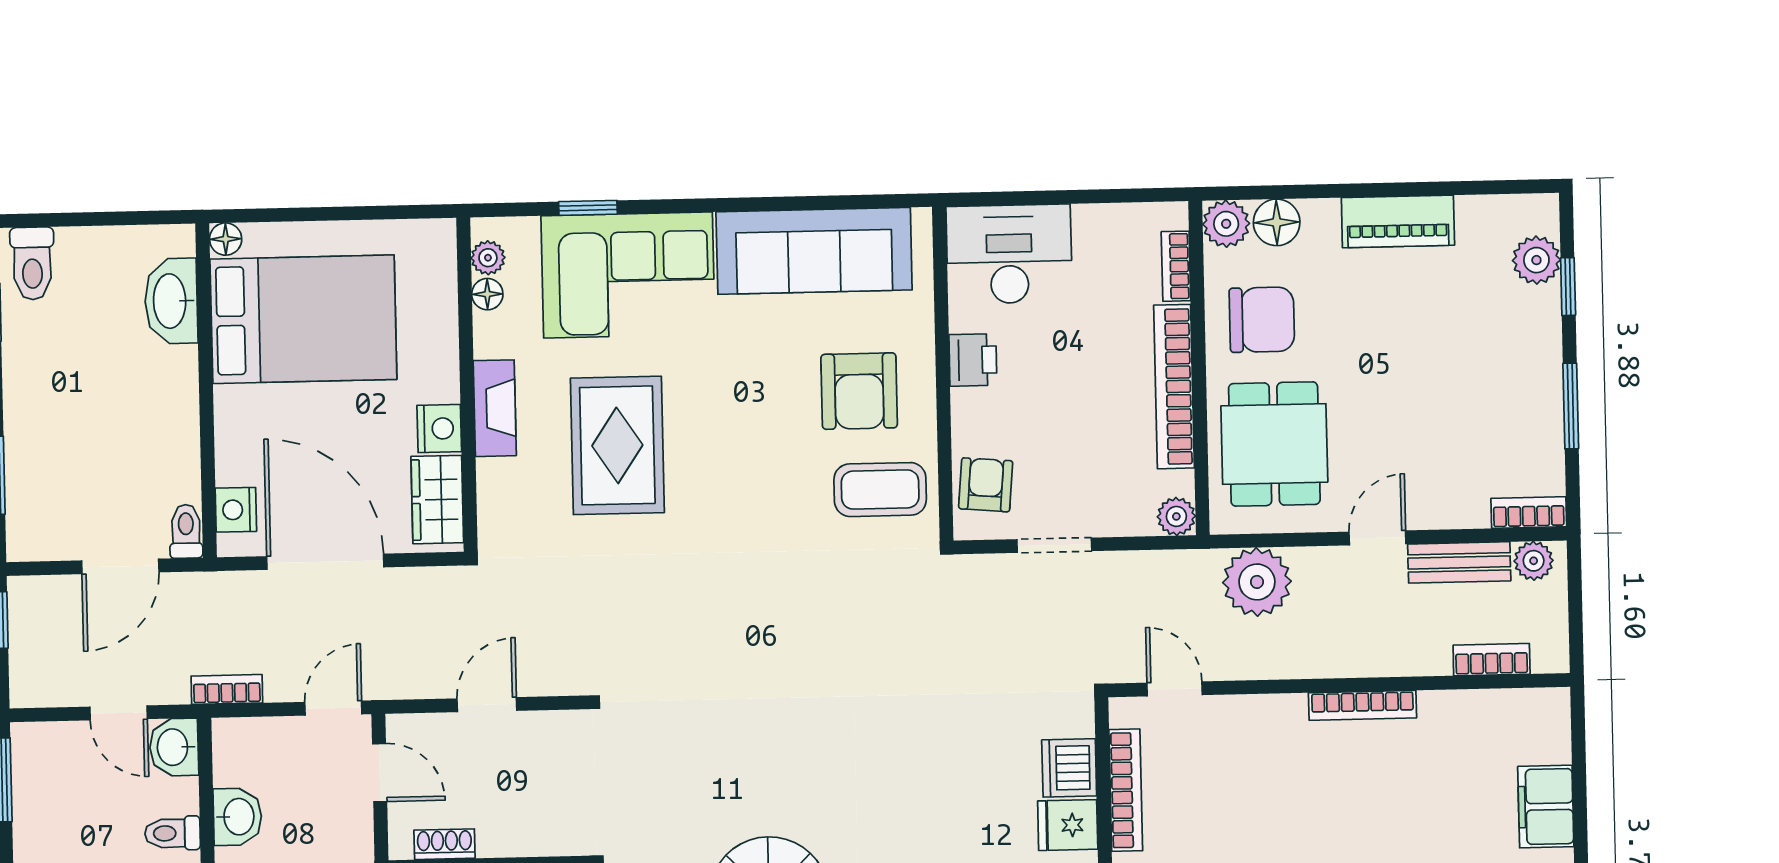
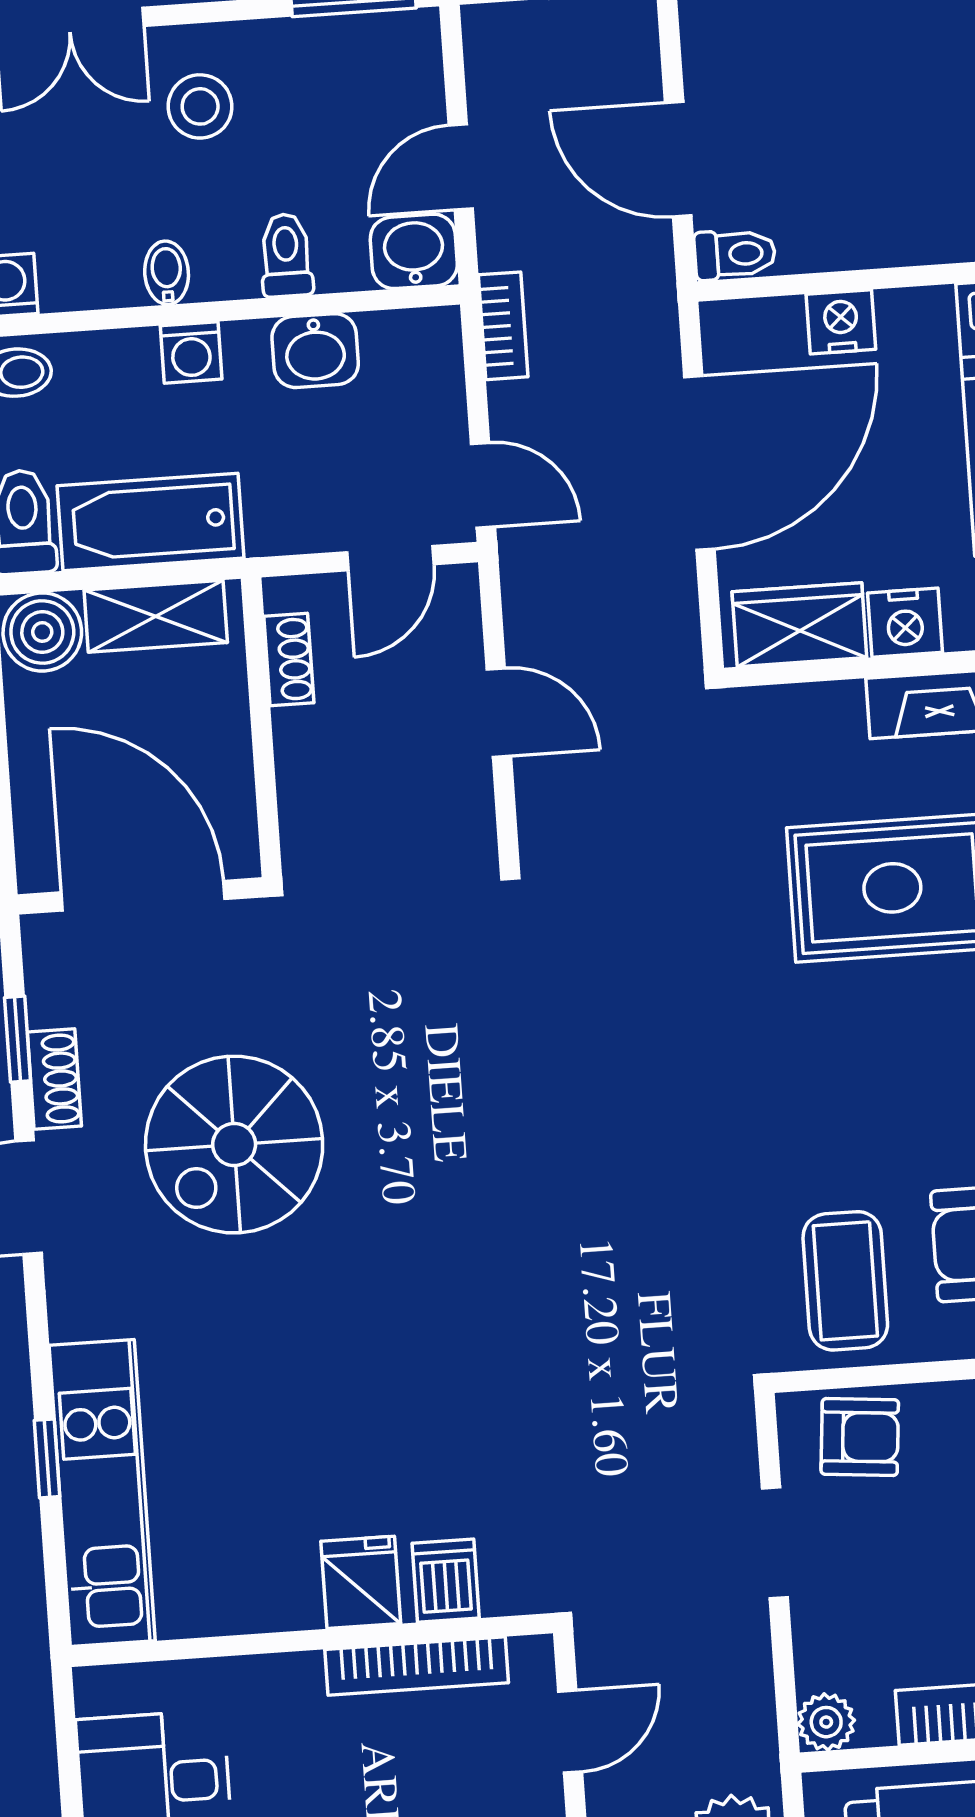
nightstand: (236, 510) -> (841, 322), moved
dishwasher: (1069, 768) -> (446, 1581), width x0.73

